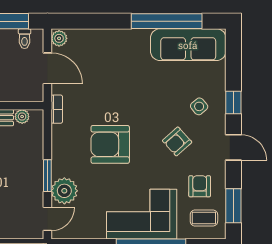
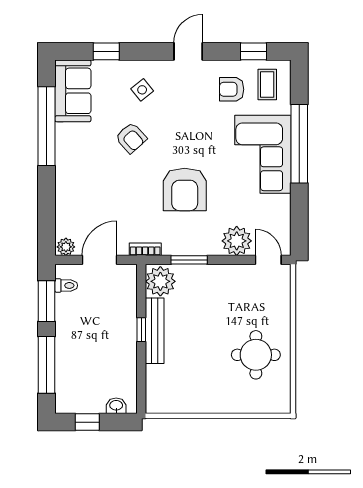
sofa: (188, 45) -> (73, 91), width x0.73
window: (233, 102) -> (106, 51), moved
plant: (22, 117) -> (160, 281), width x1.88, depth x1.88
armchair: (177, 141) -> (131, 138), moved
window: (47, 176) -> (189, 260), moved
window: (233, 206) -> (253, 51), width x0.67

